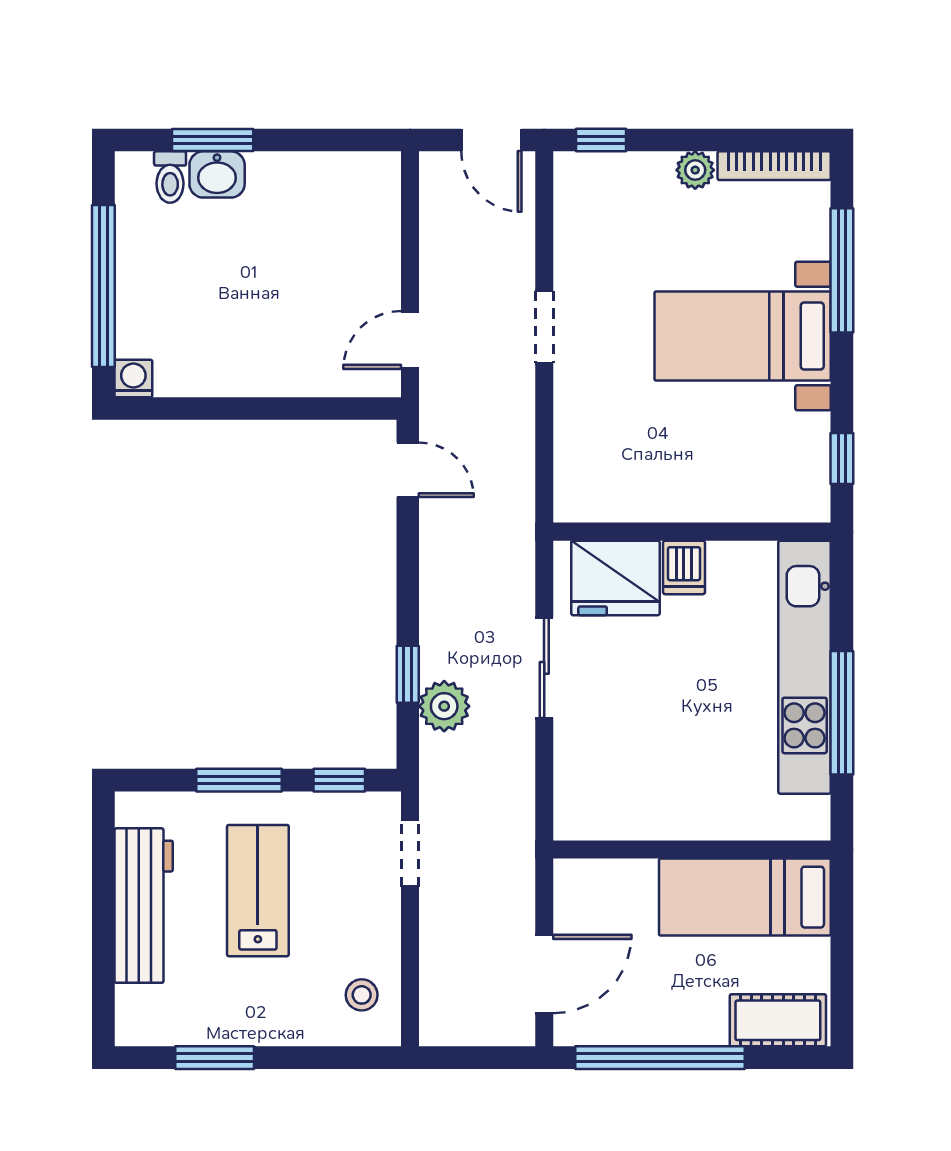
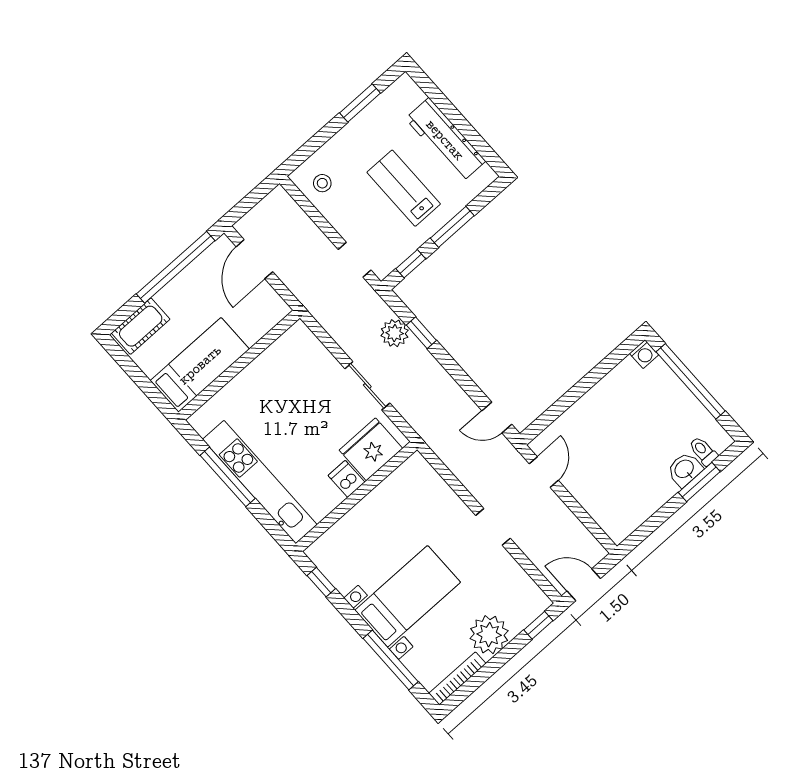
plant: (695, 170) -> (489, 635), width x1.88, depth x1.88
lab bench: (258, 891) -> (404, 188), turned 180

